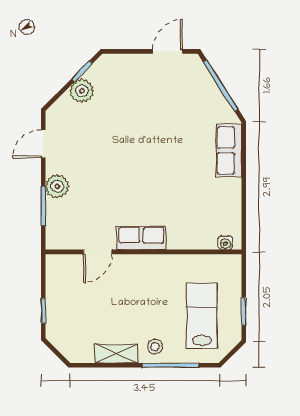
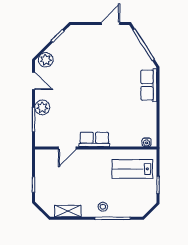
plant: (82, 91) -> (46, 60), moved
door: (43, 144) -> (34, 81), swing flipped
lab bench: (202, 315) -> (132, 169), moved, turned -90
shelving: (116, 354) -> (68, 211), moved

